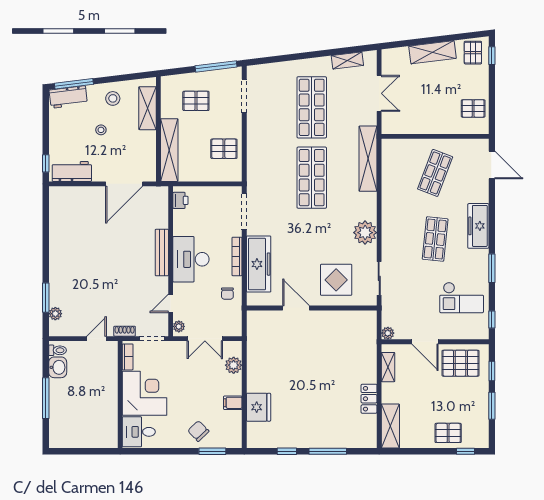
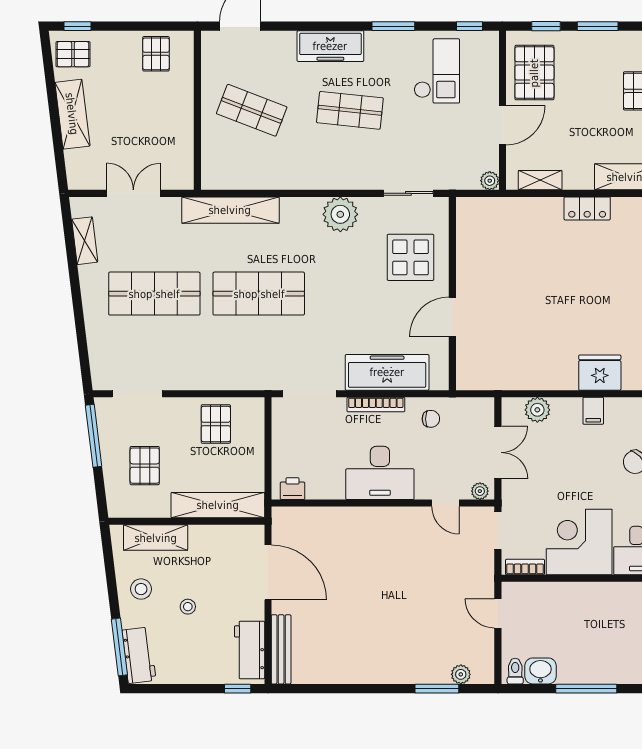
bench: (162, 253) -> (281, 649), moved, turned 90
shoe rack: (125, 331) -> (487, 572), removed

